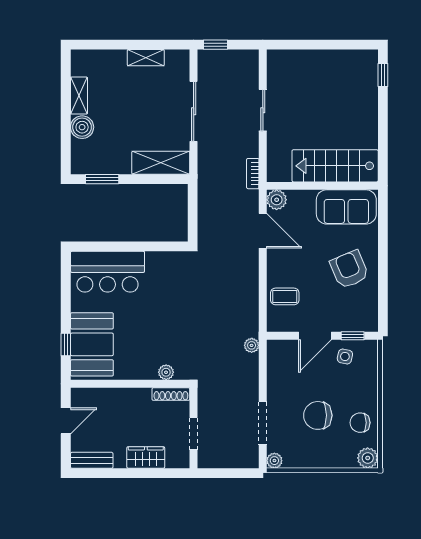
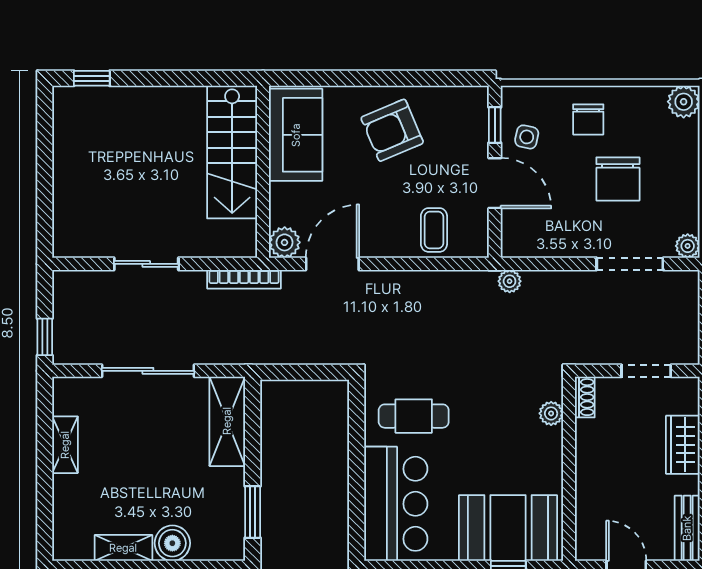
bookcase: (253, 174) -> (244, 279), width x1.56
cafe table: (164, 283) -> (414, 416), added
shoe rack: (171, 394) -> (585, 397), width x0.70
chair: (360, 423) -> (588, 119), moved

